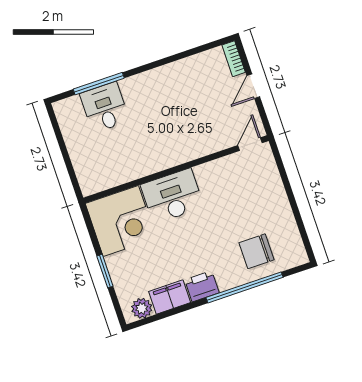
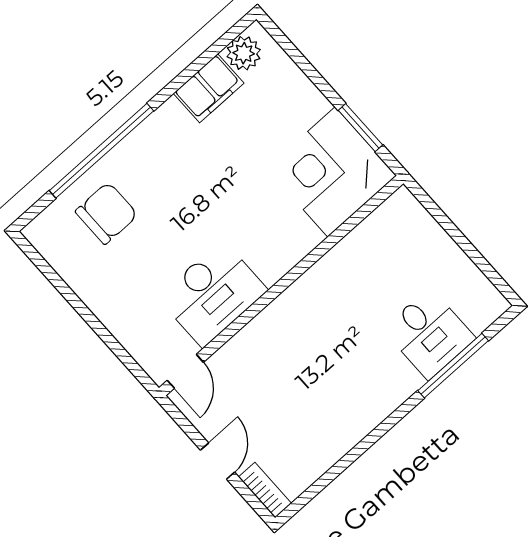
desk: (172, 196) -> (213, 294), moved
window: (105, 271) -> (360, 128), moved
printer: (202, 286) -> (167, 125), removed

